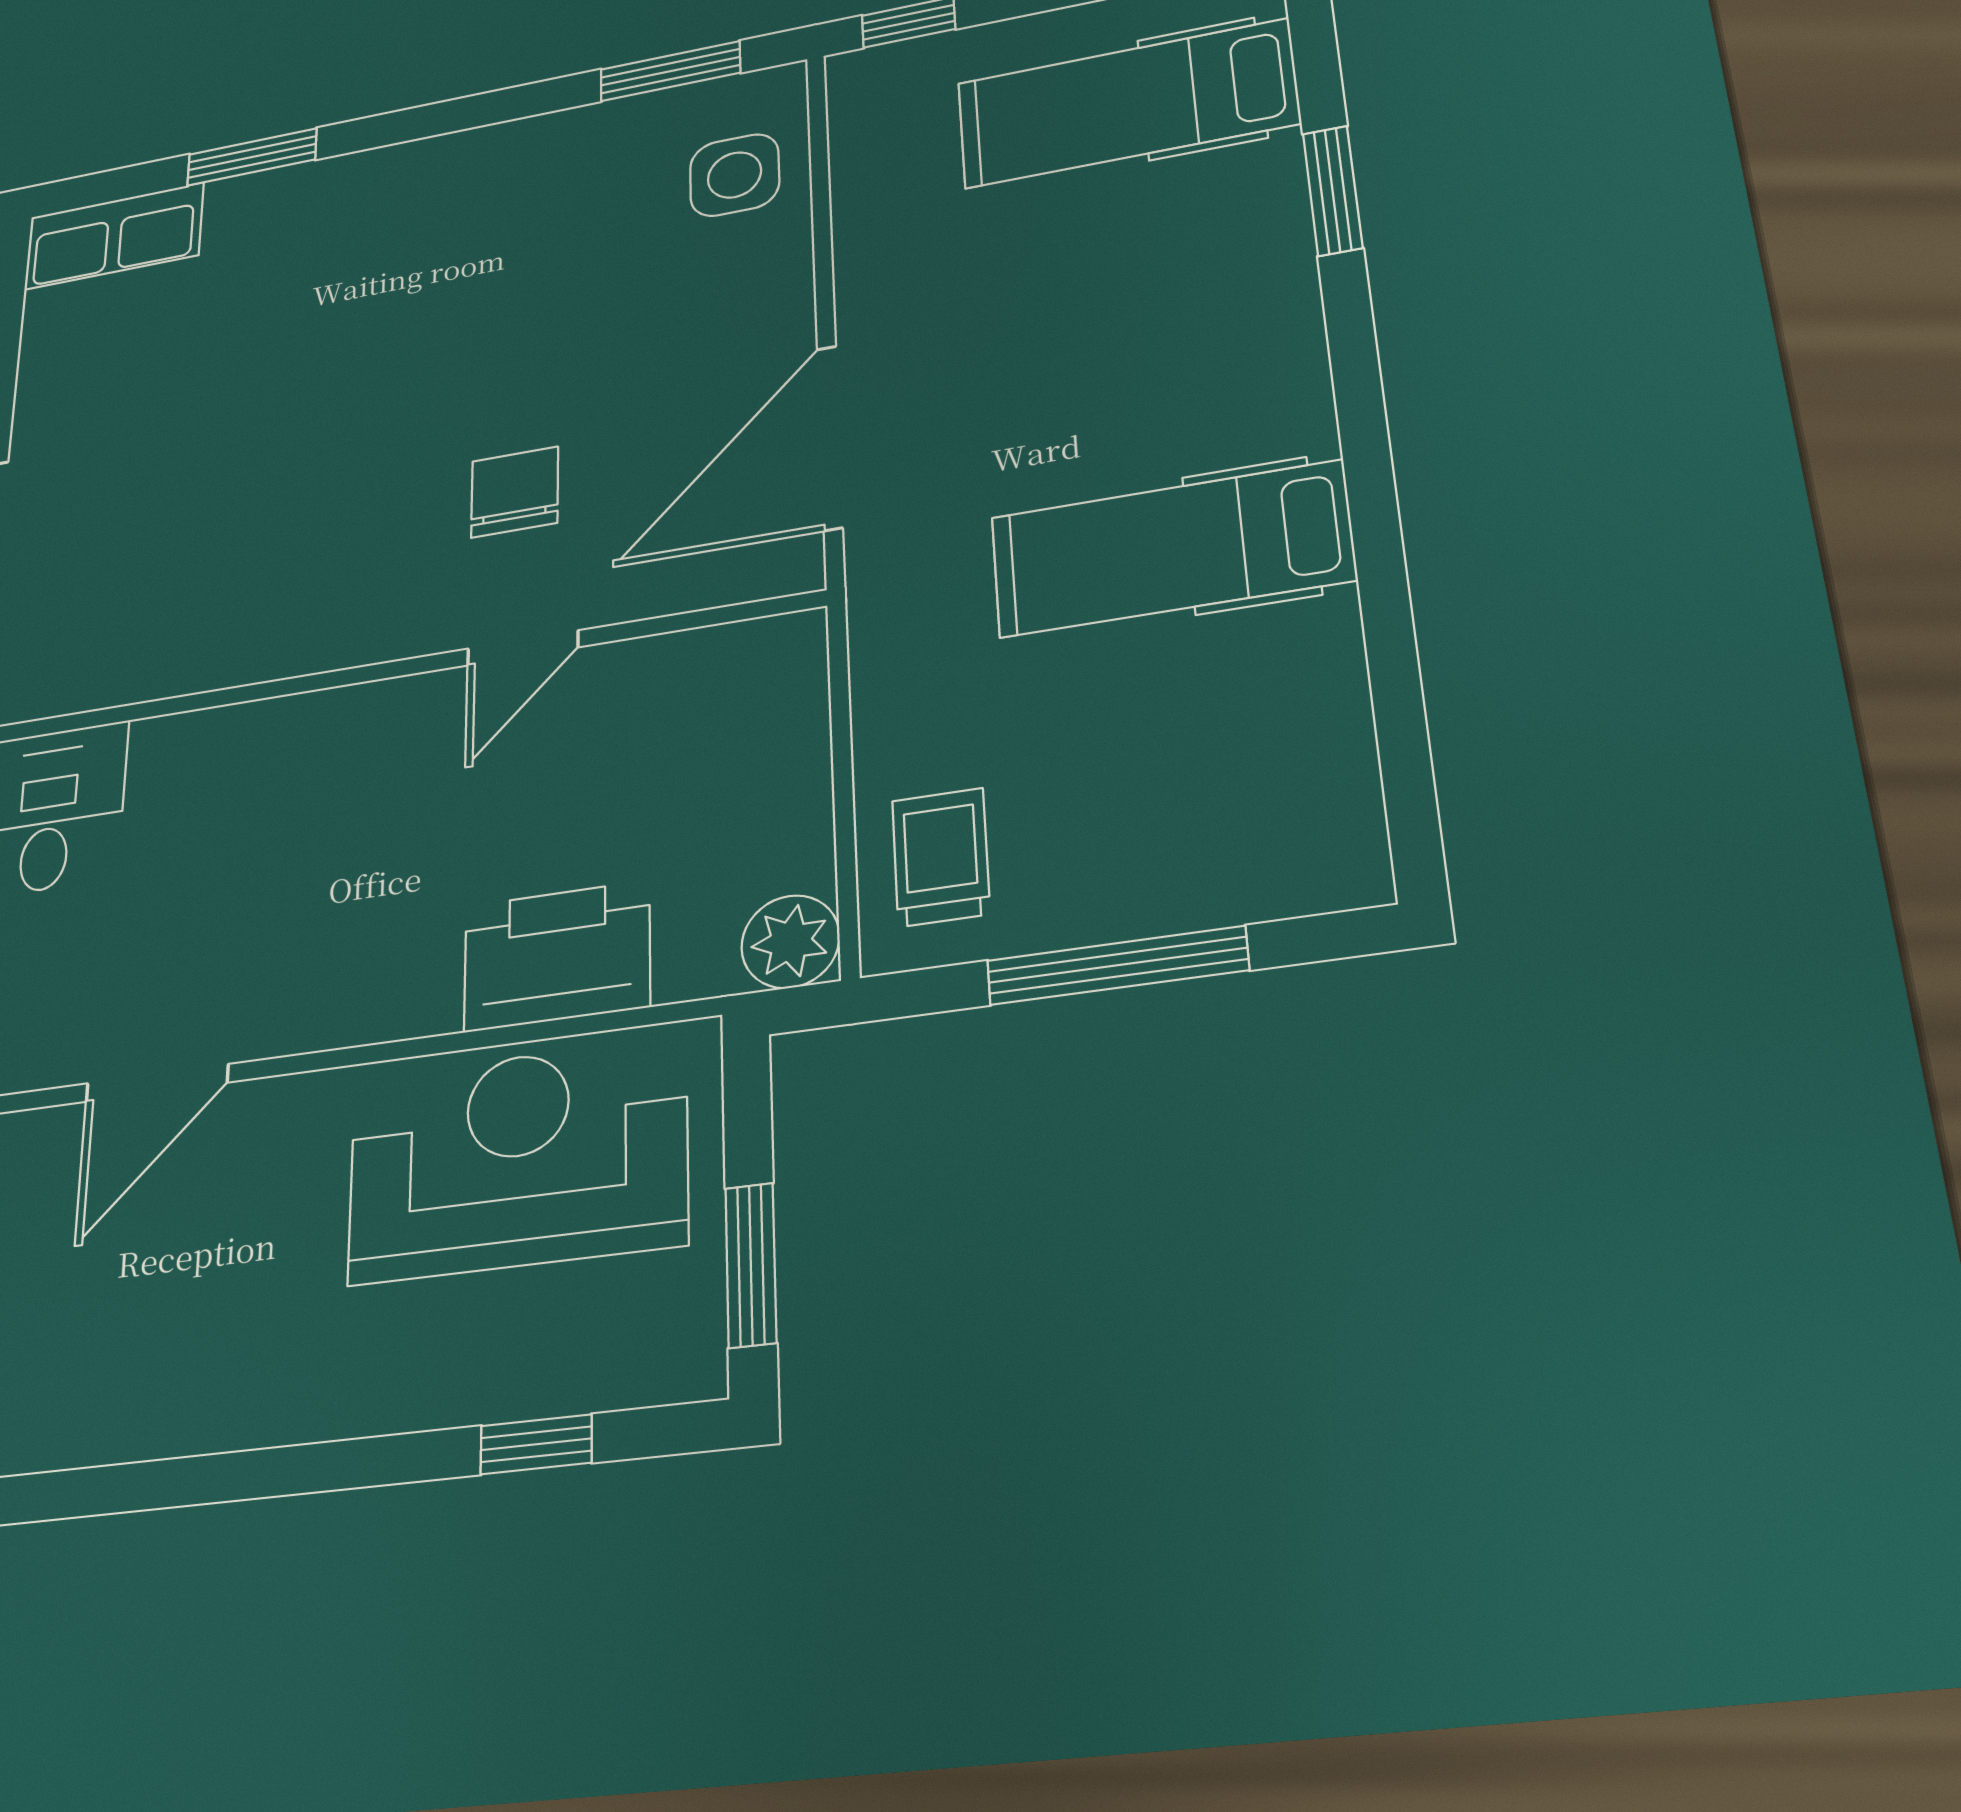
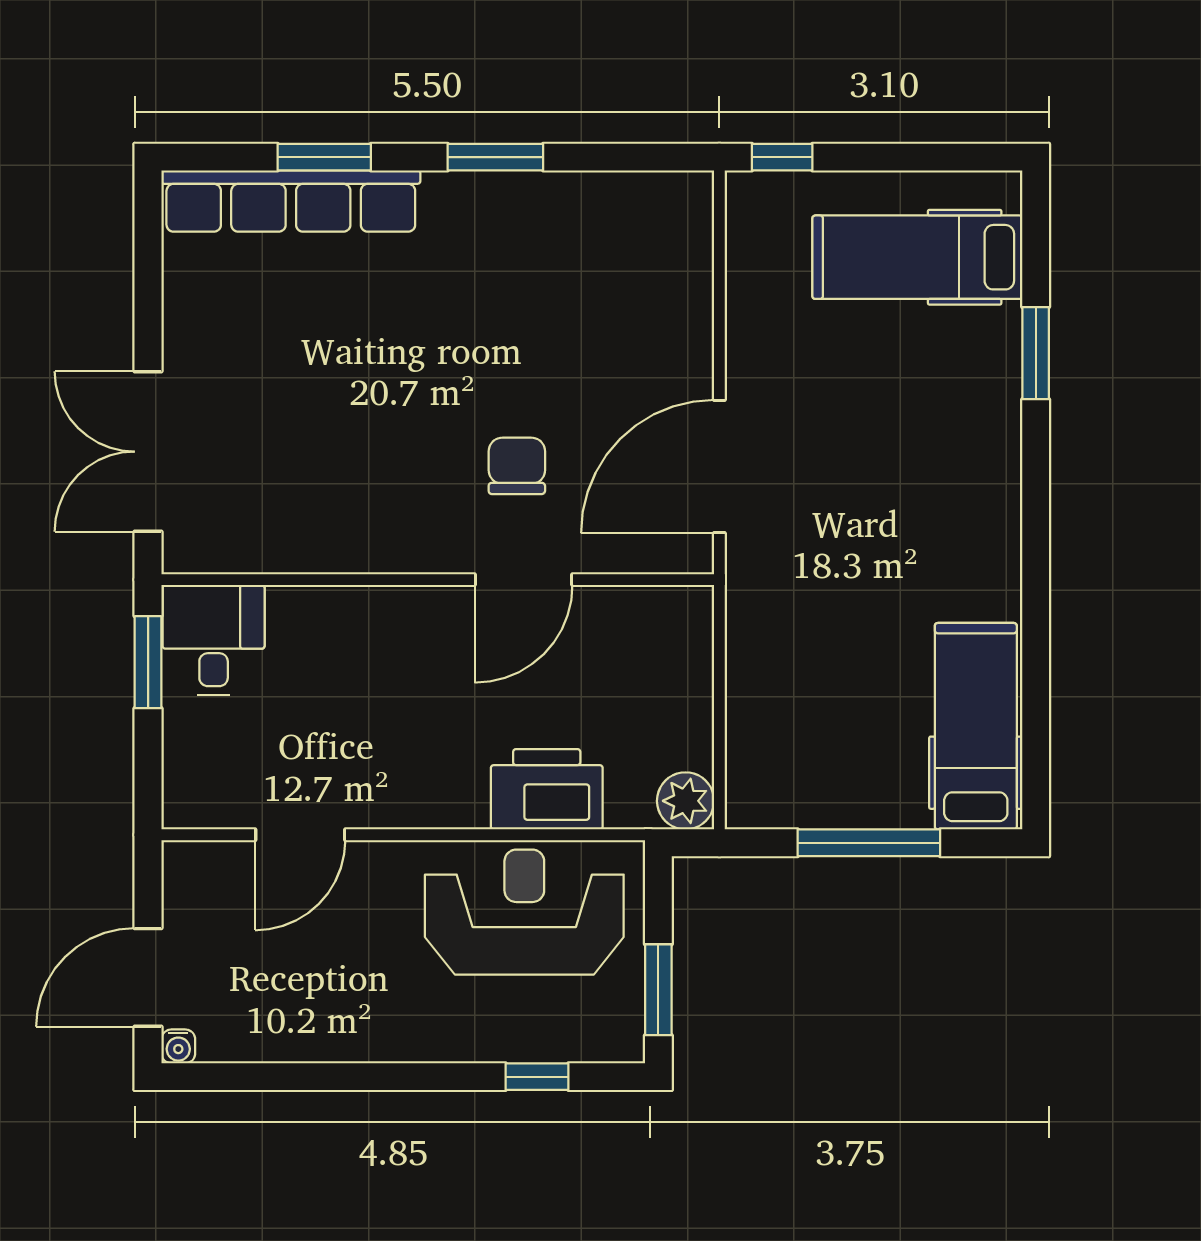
window: (670, 71) -> (495, 157), moved
side table: (735, 175) -> (663, 253), removed
row of seats: (114, 236) -> (291, 201), width x2.02
hospital bed: (1171, 549) -> (976, 726), moved, turned 90
door: (523, 648) -> (524, 580), width x1.38
trolley: (941, 857) -> (774, 762), removed

